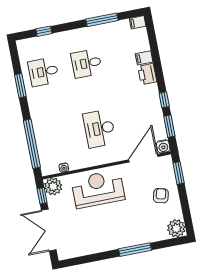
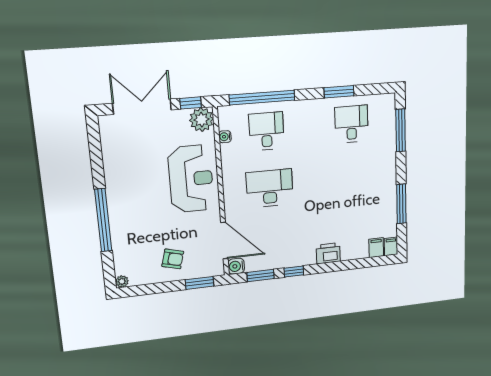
window: (44, 31) -> (401, 130), width x2.17
filing cabinet: (144, 58) -> (376, 248), moved
desk: (87, 63) -> (266, 131), moved
plant: (176, 228) -> (122, 281), width x0.53, depth x0.53
window: (135, 250) -> (103, 220), width x1.46

